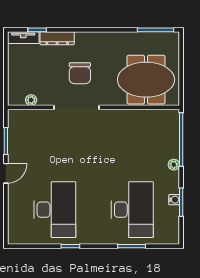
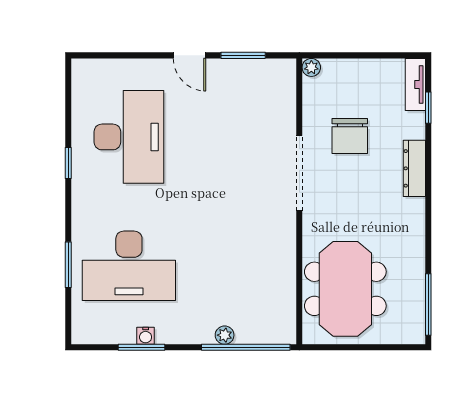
dresser: (57, 38) -> (414, 168), moved
chair: (80, 73) -> (350, 136), moved, turned -90
plant: (31, 100) -> (311, 67), moved
plant: (174, 165) -> (225, 335), moved
desk: (55, 210) -> (129, 137), turned -90

